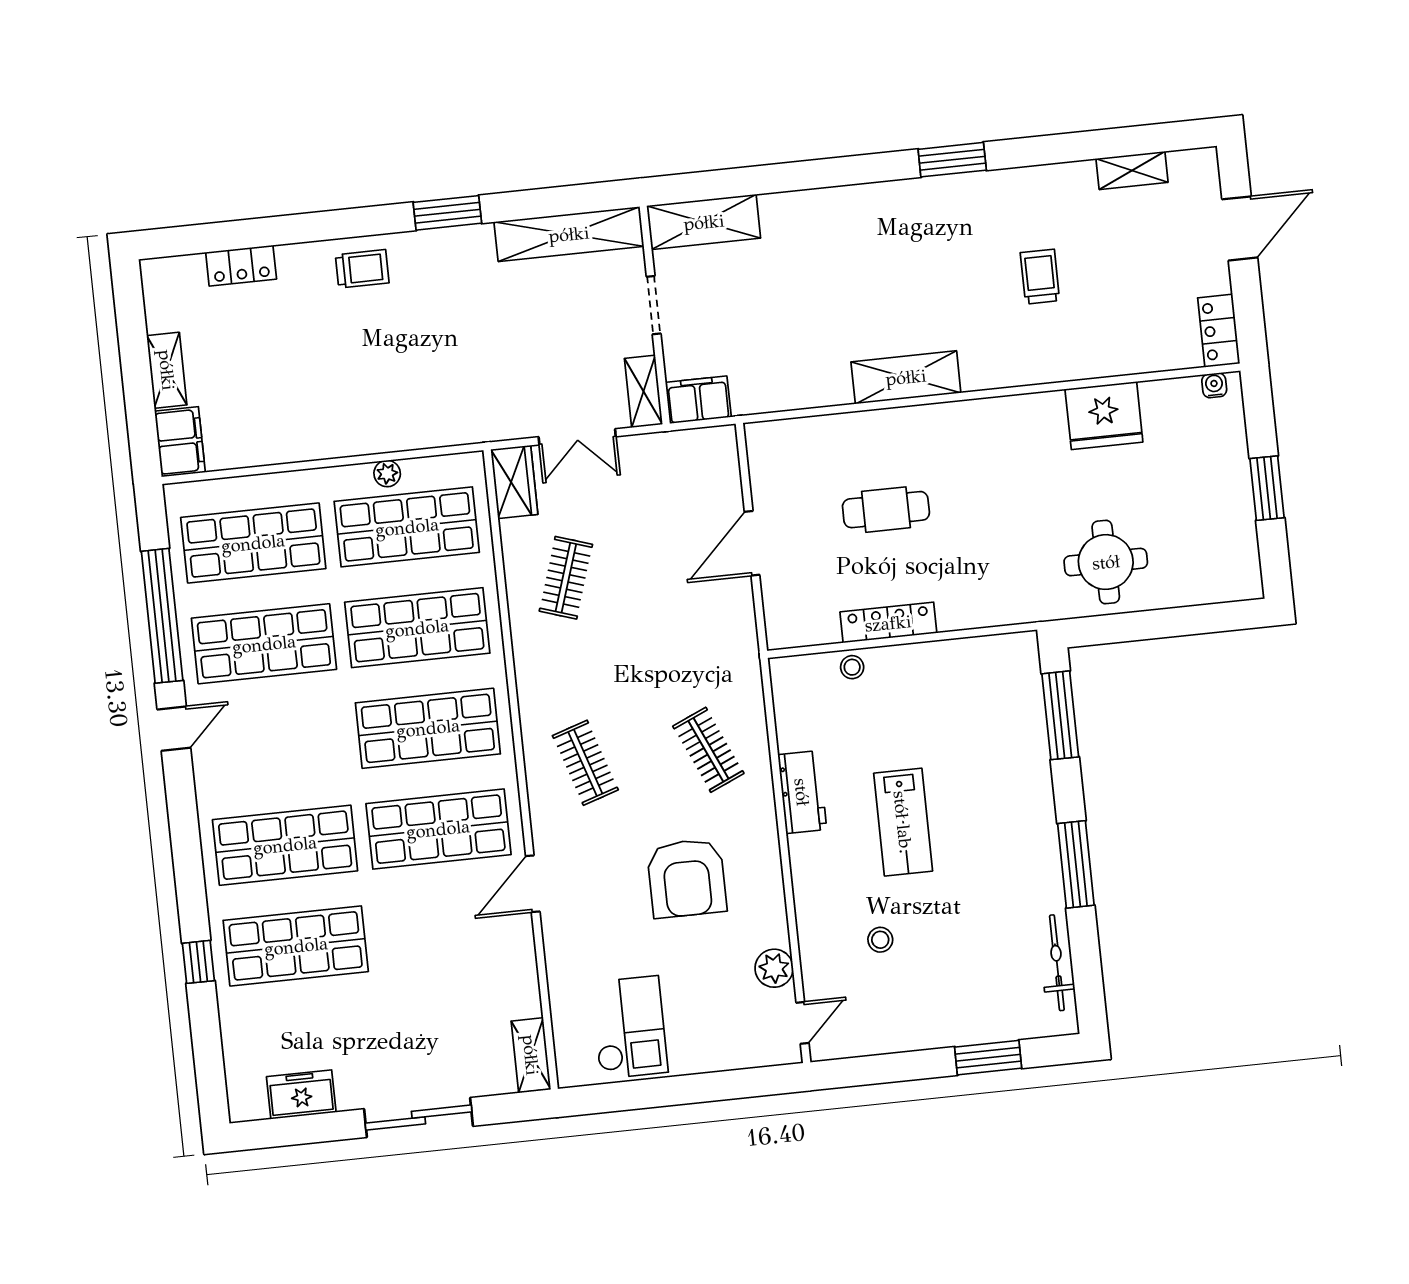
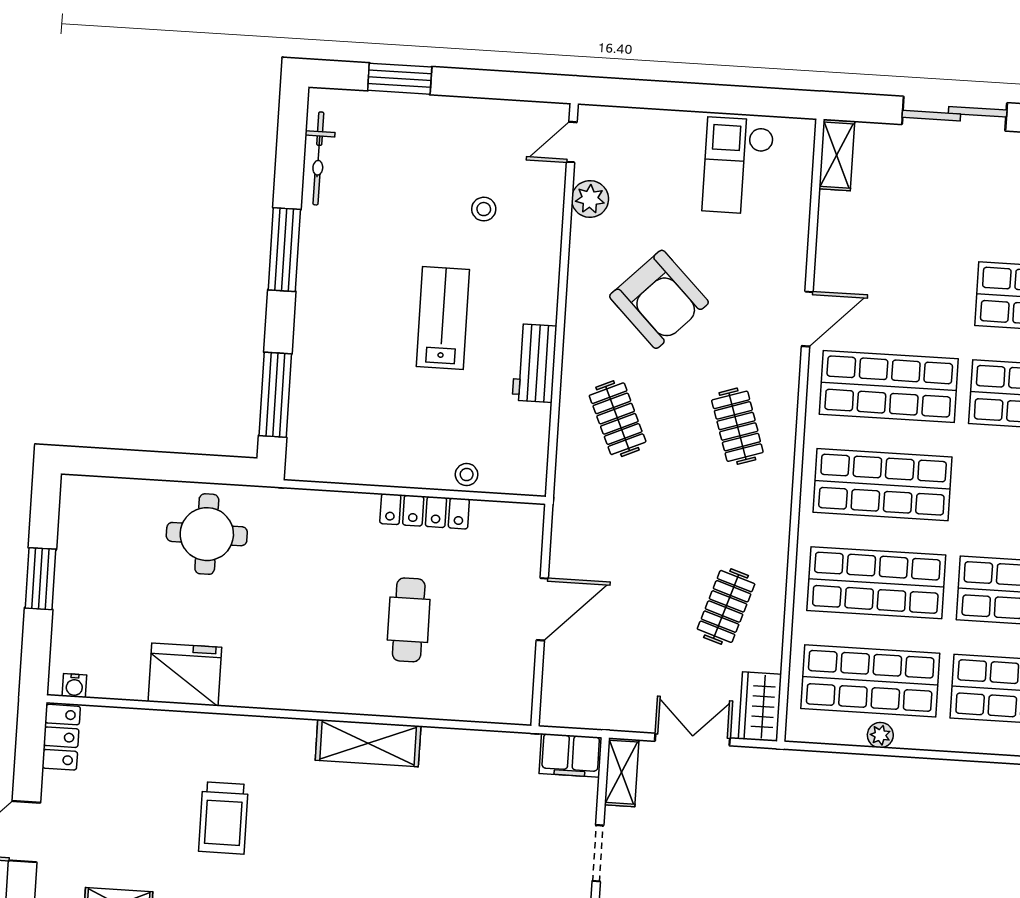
trolley: (1040, 277) -> (224, 818), width x1.36, depth x1.39
cafe table: (886, 510) -> (409, 620), turned 90
armchair: (687, 878) -> (659, 299), turned 135

